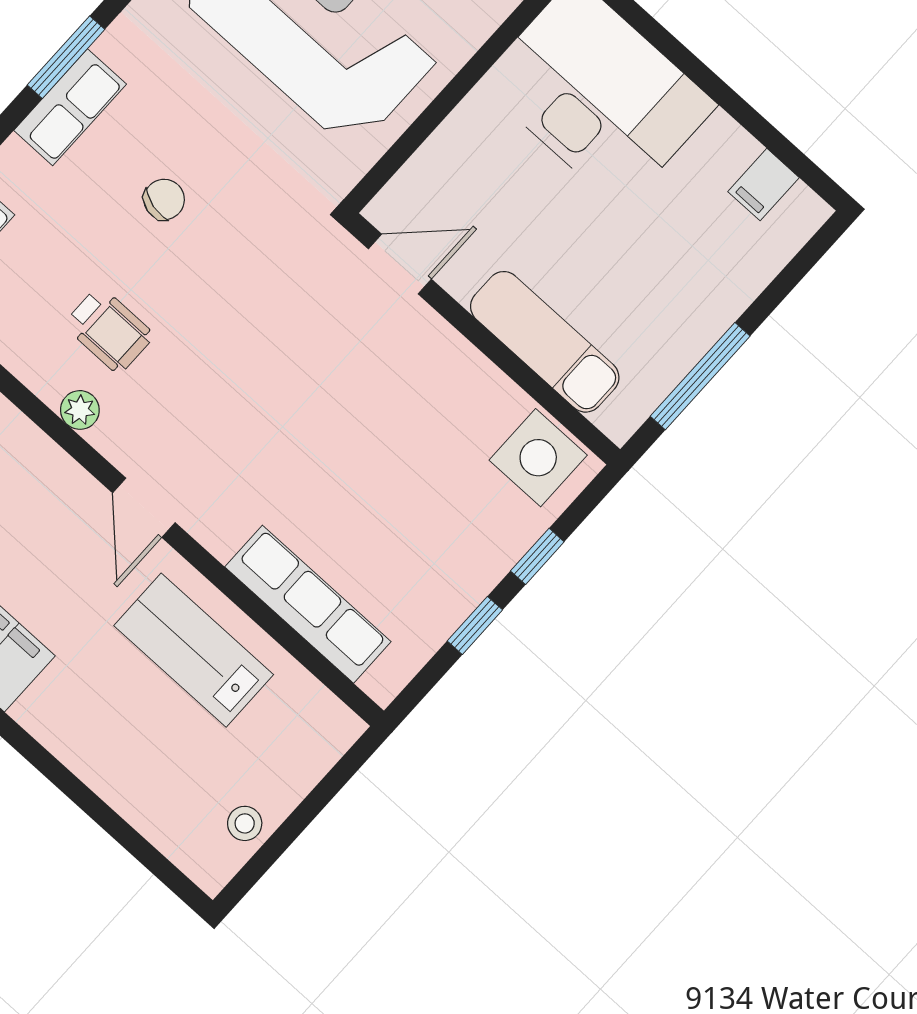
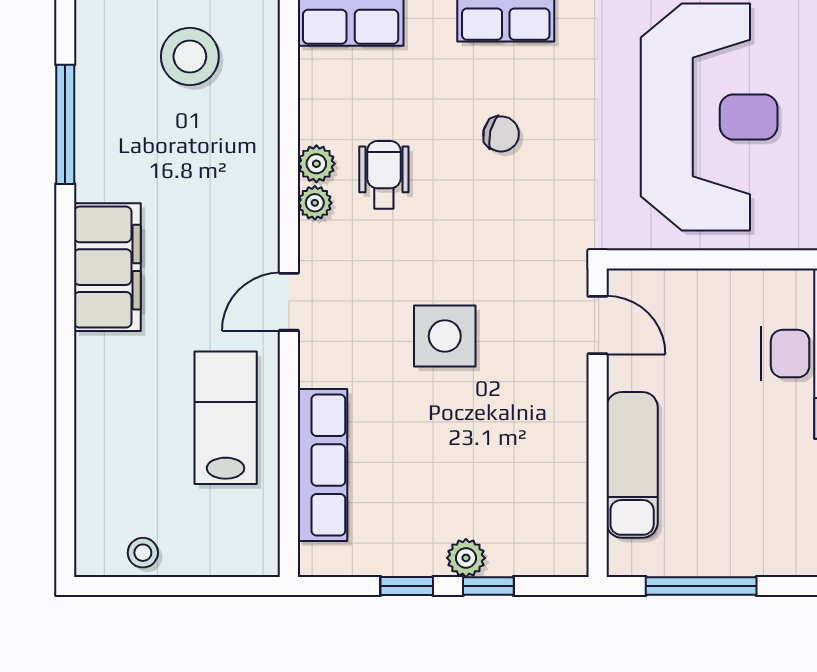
wheelchair: (109, 330) -> (384, 175), turned 180
plant: (48, 379) -> (316, 164), added
side table: (538, 458) -> (445, 336), moved
plant: (496, 554) -> (466, 558), added

